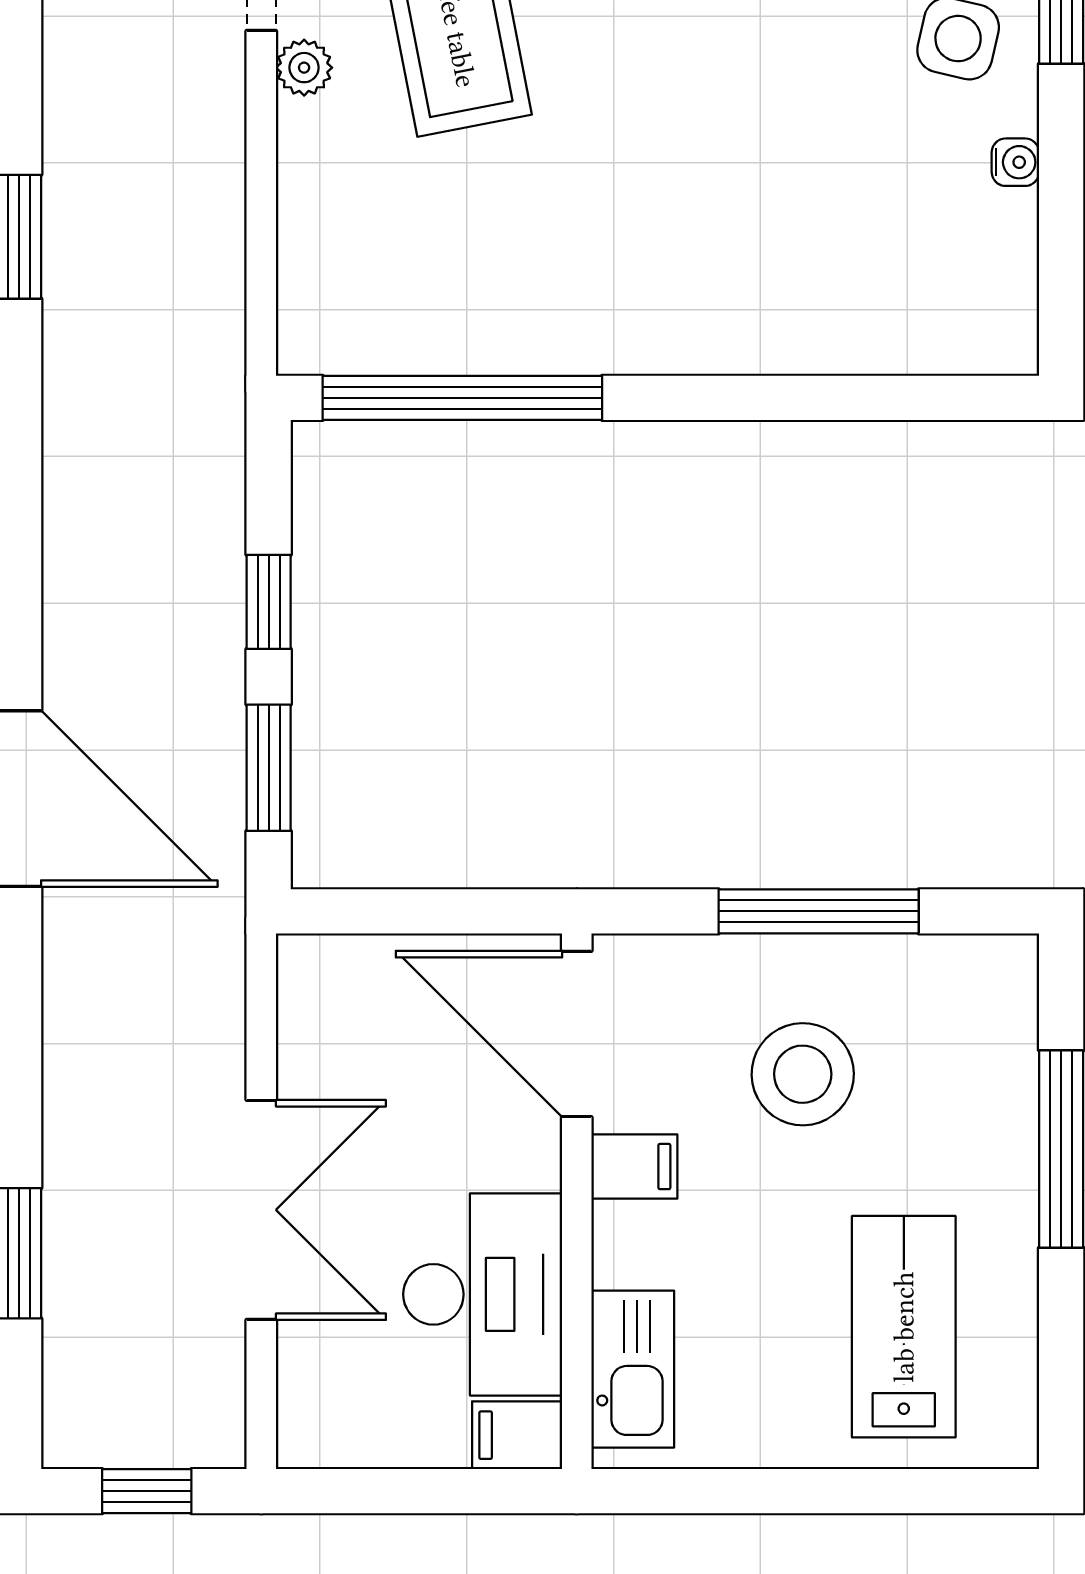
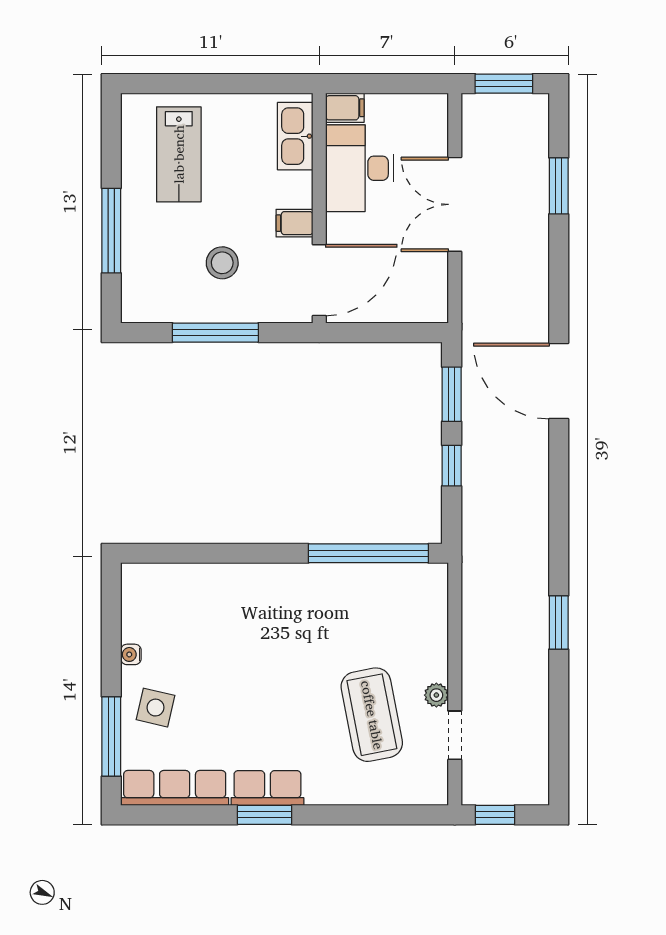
door: (577, 1034) -> (319, 280), hinge flipped
stool: (803, 1074) -> (222, 263), width x0.73, depth x0.73
window: (147, 1491) -> (504, 84), width x1.50

